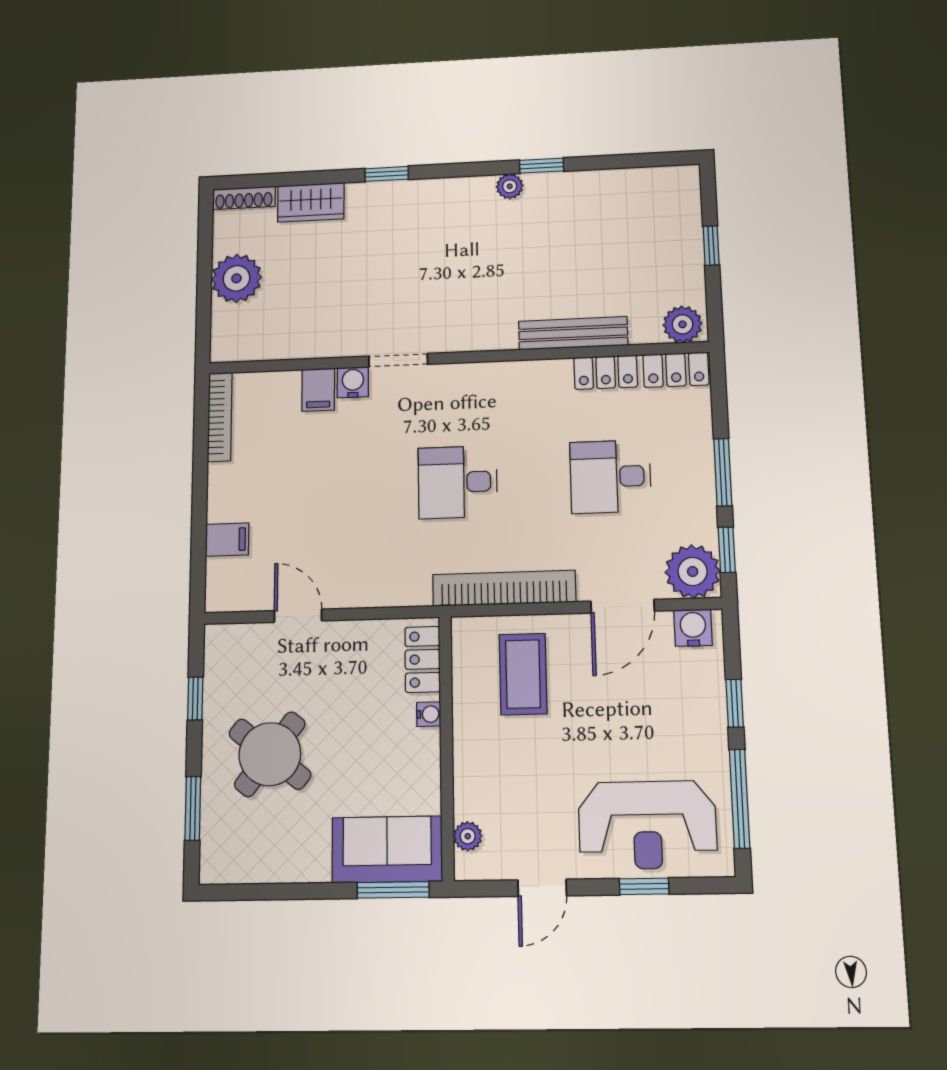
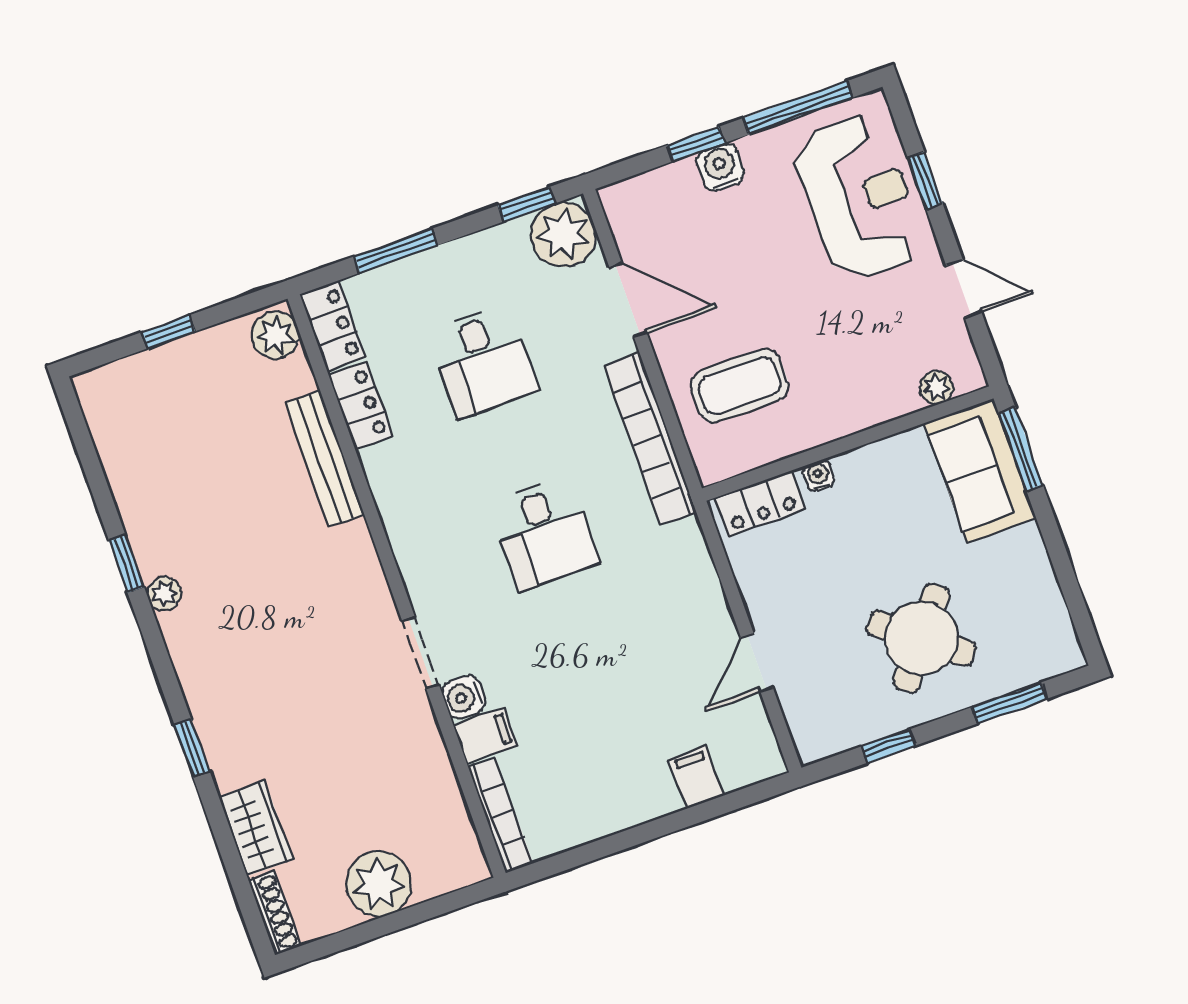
bookcase: (220, 417) -> (500, 815), moved, turned 90
window: (723, 472) -> (396, 251), moved
water cooler: (693, 628) -> (720, 167), moved, turned 90

